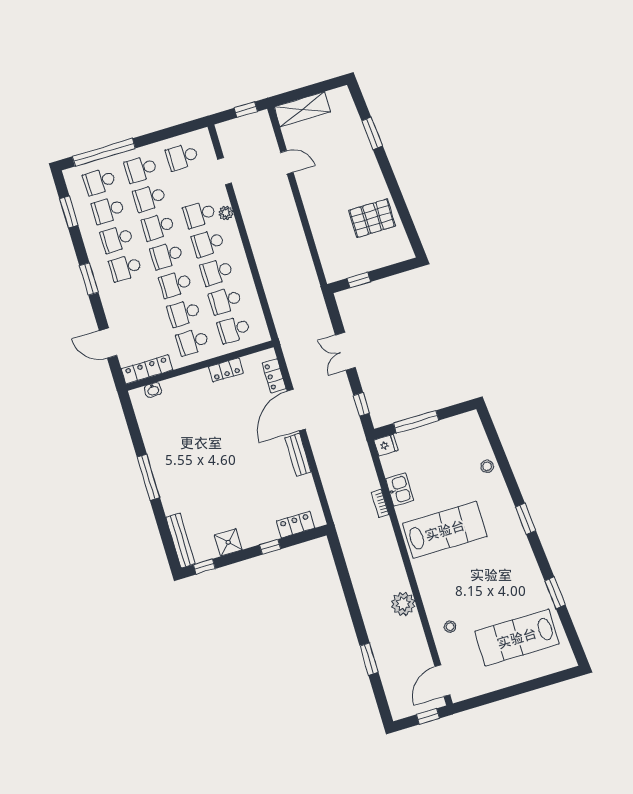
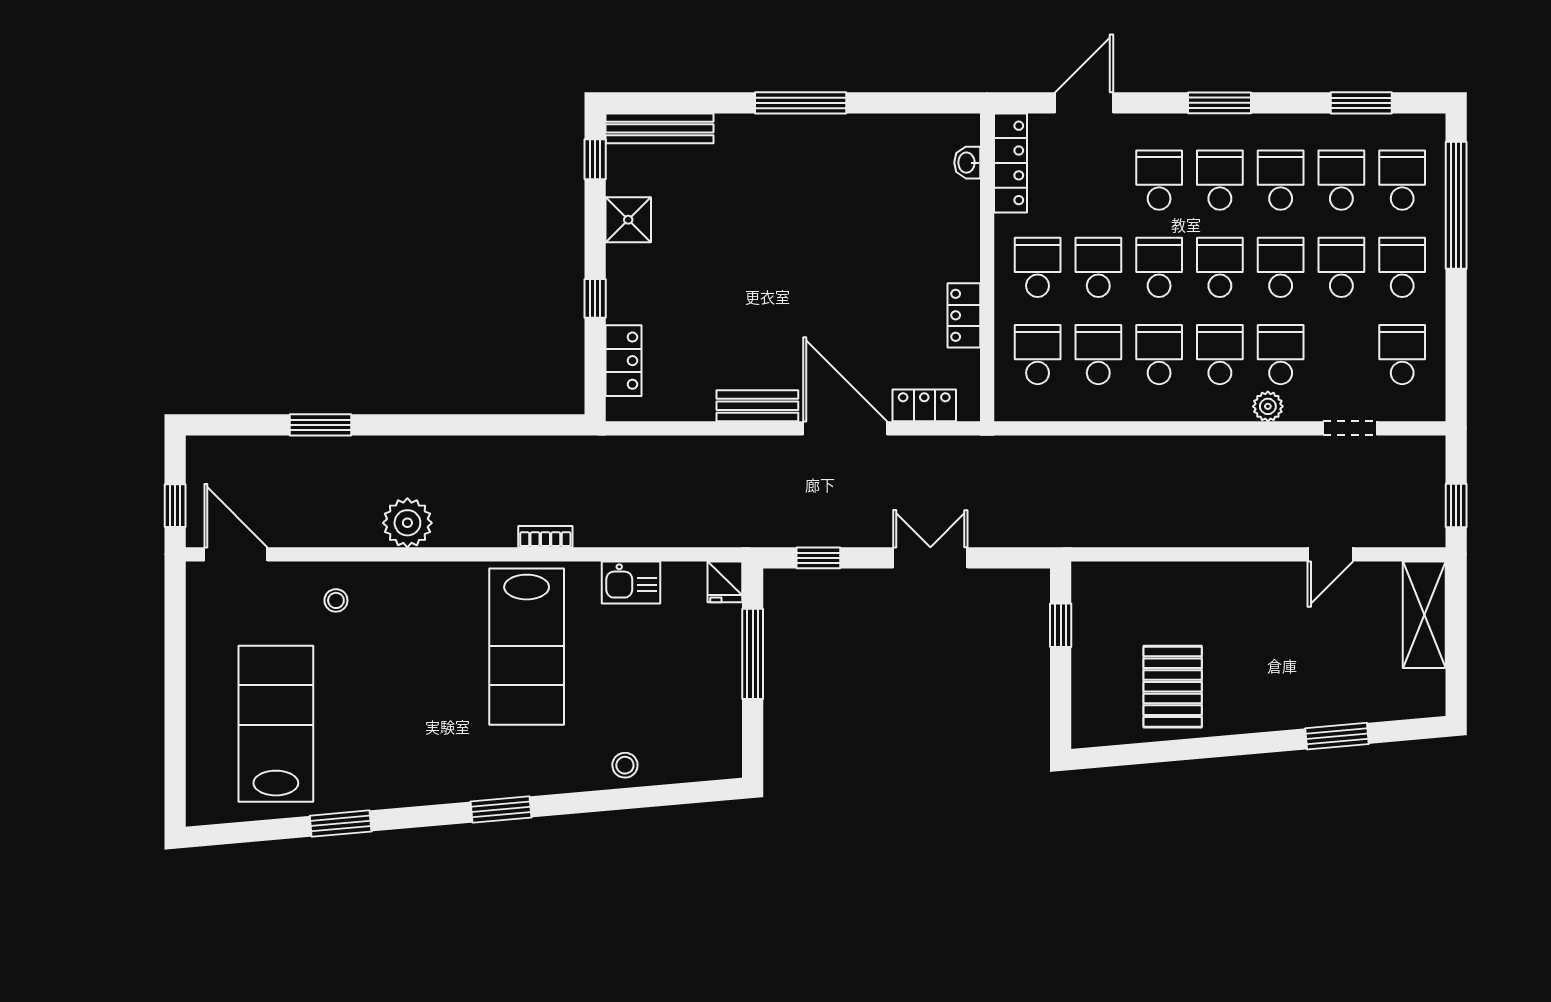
school desk: (134, 297) -> (1159, 180), added
bookcase: (380, 504) -> (545, 537), moved

